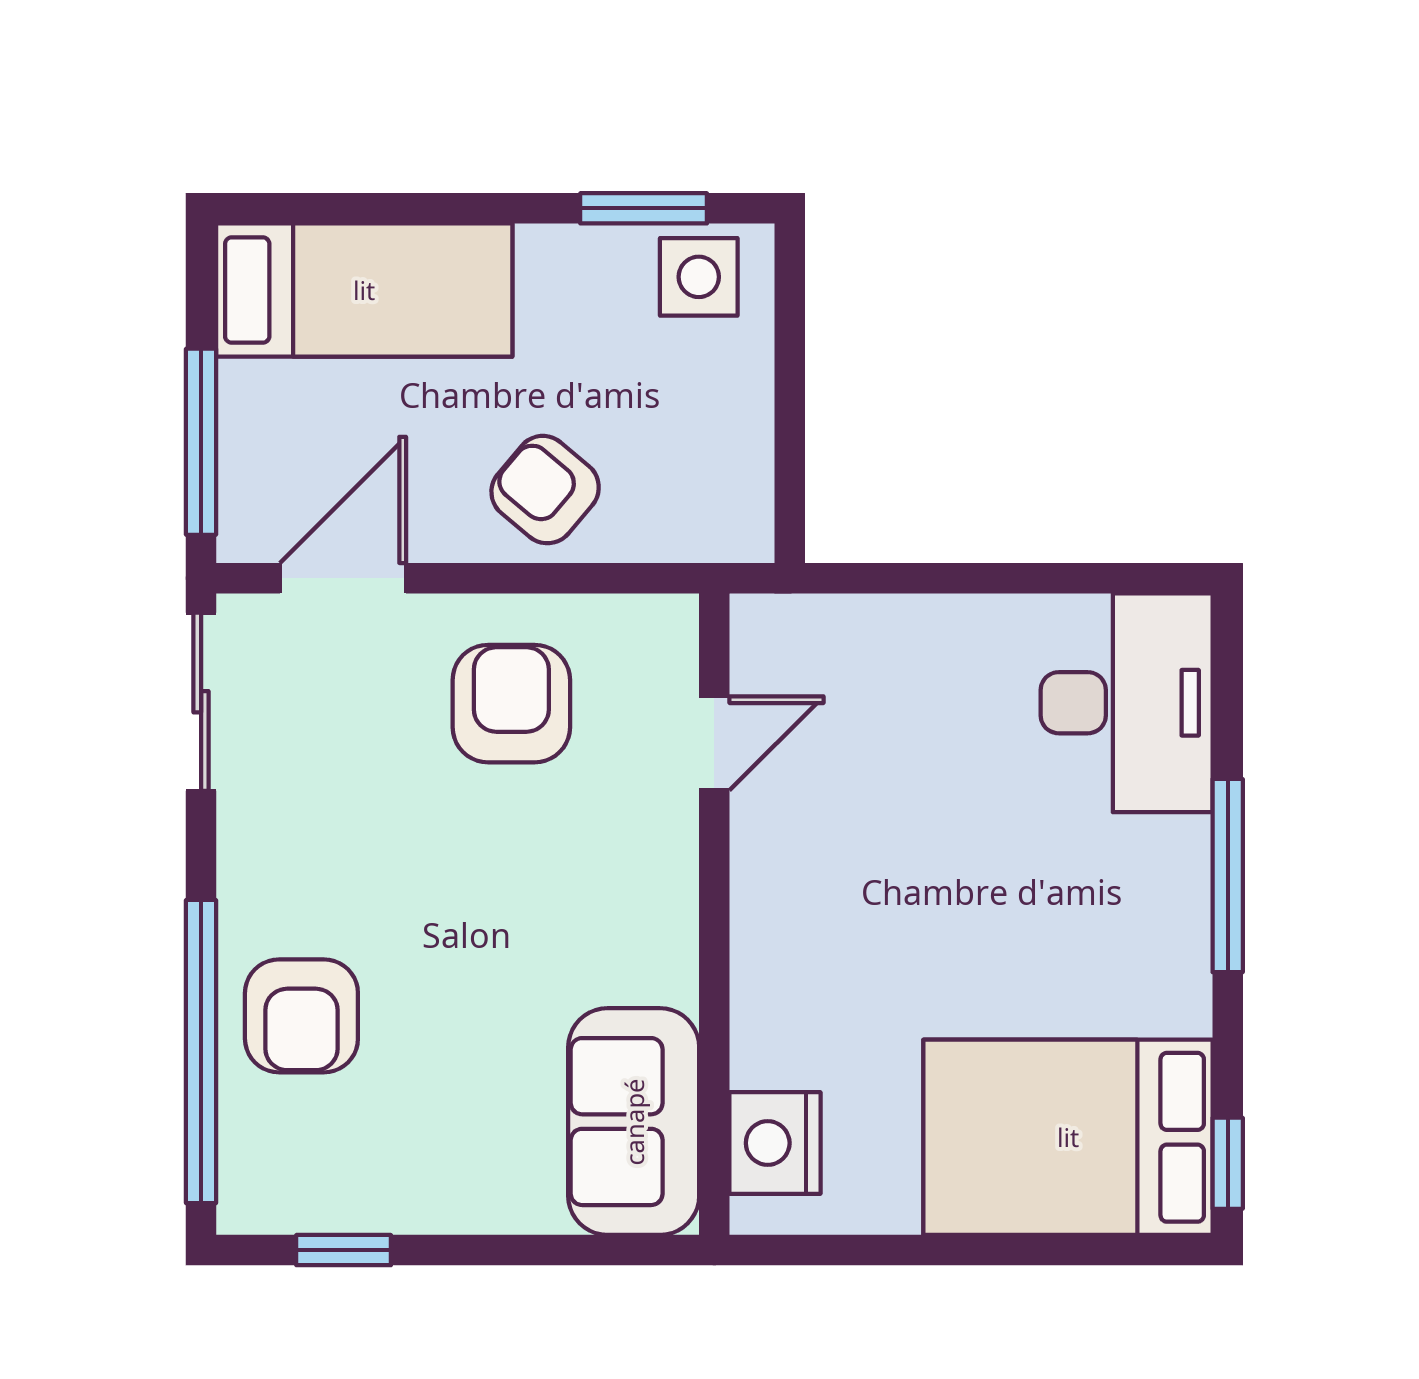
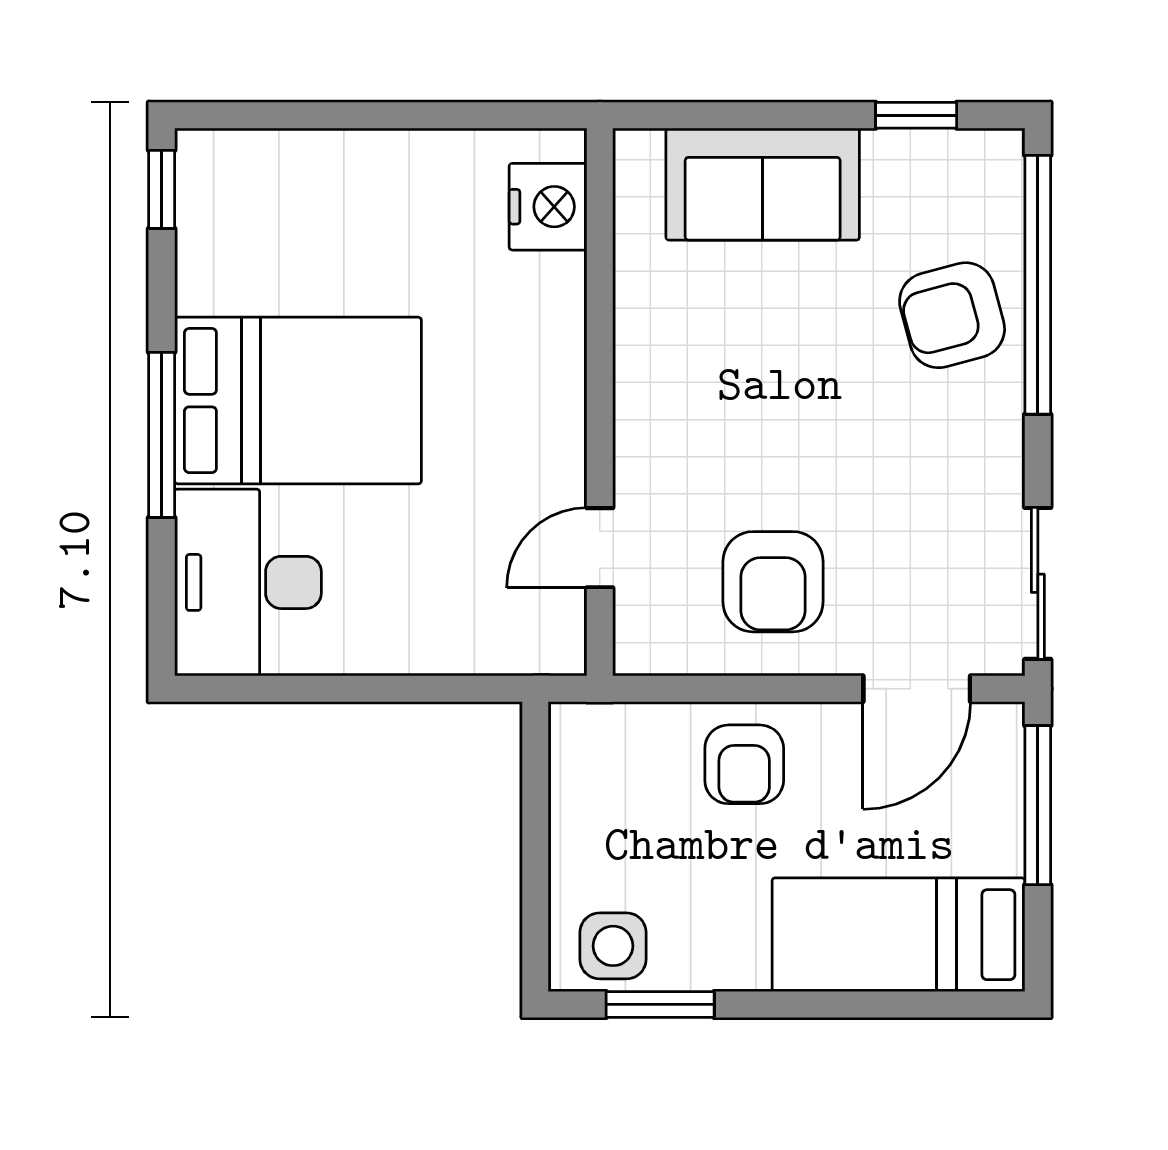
armchair: (545, 490) -> (744, 764), turned 50
armchair: (301, 1016) -> (952, 315), turned -105
sofa: (634, 1122) -> (763, 184), moved, turned 90
bed: (1068, 1137) -> (298, 401), moved

